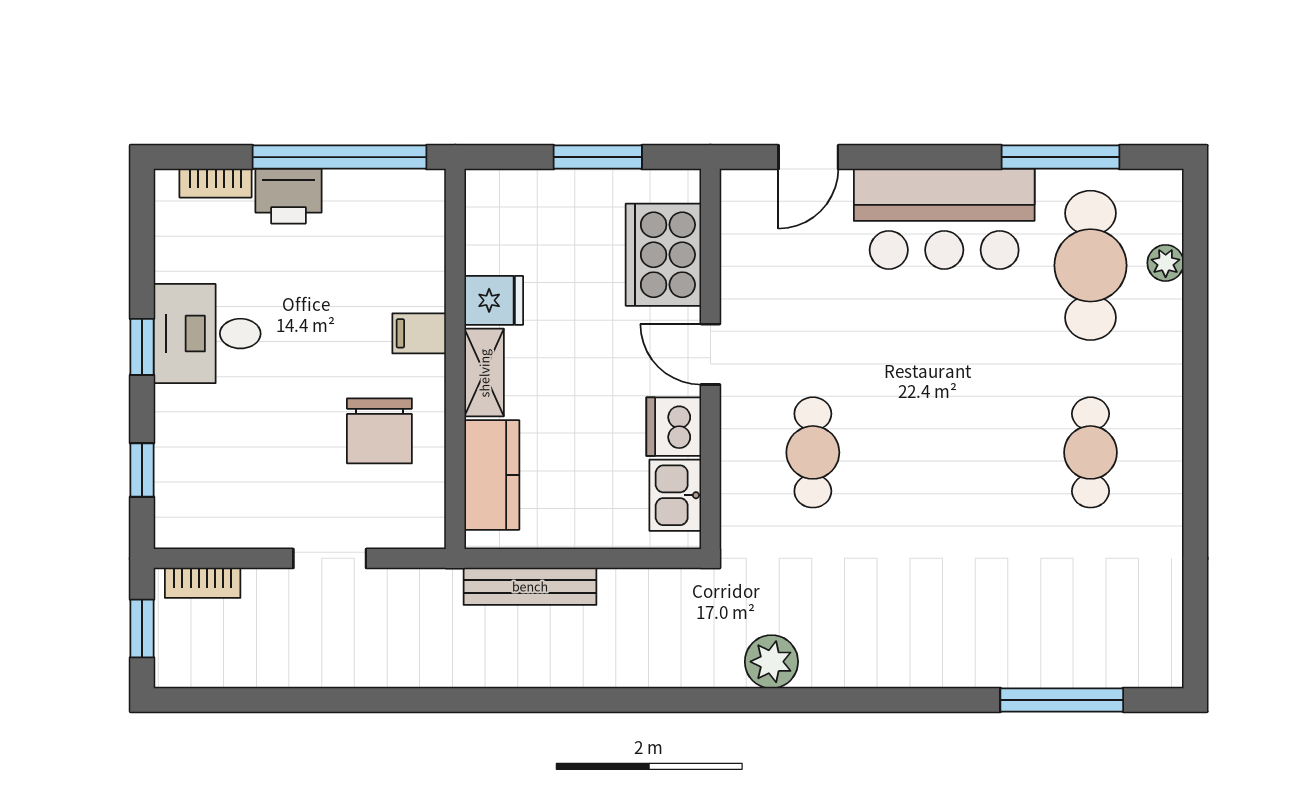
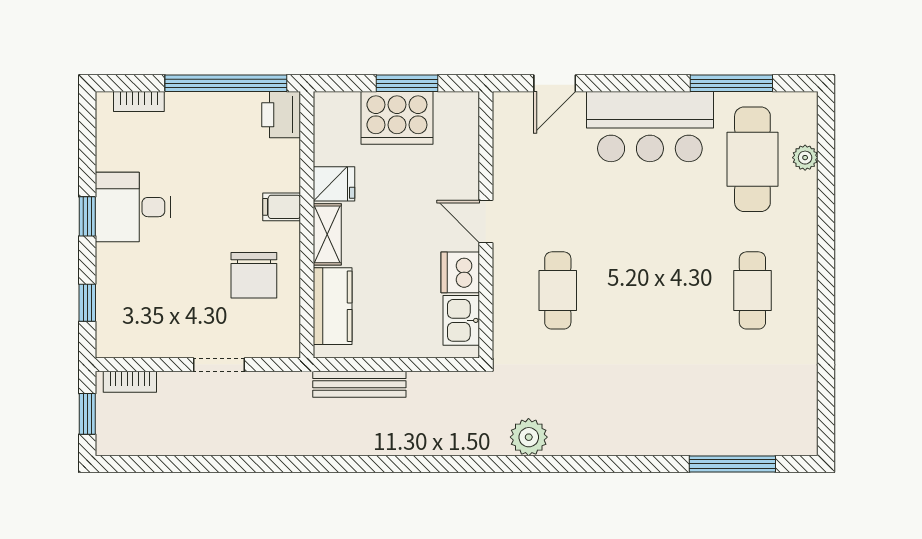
printer: (288, 196) -> (281, 115), moved, turned 90
cooker: (663, 255) -> (397, 118), moved, turned -90

